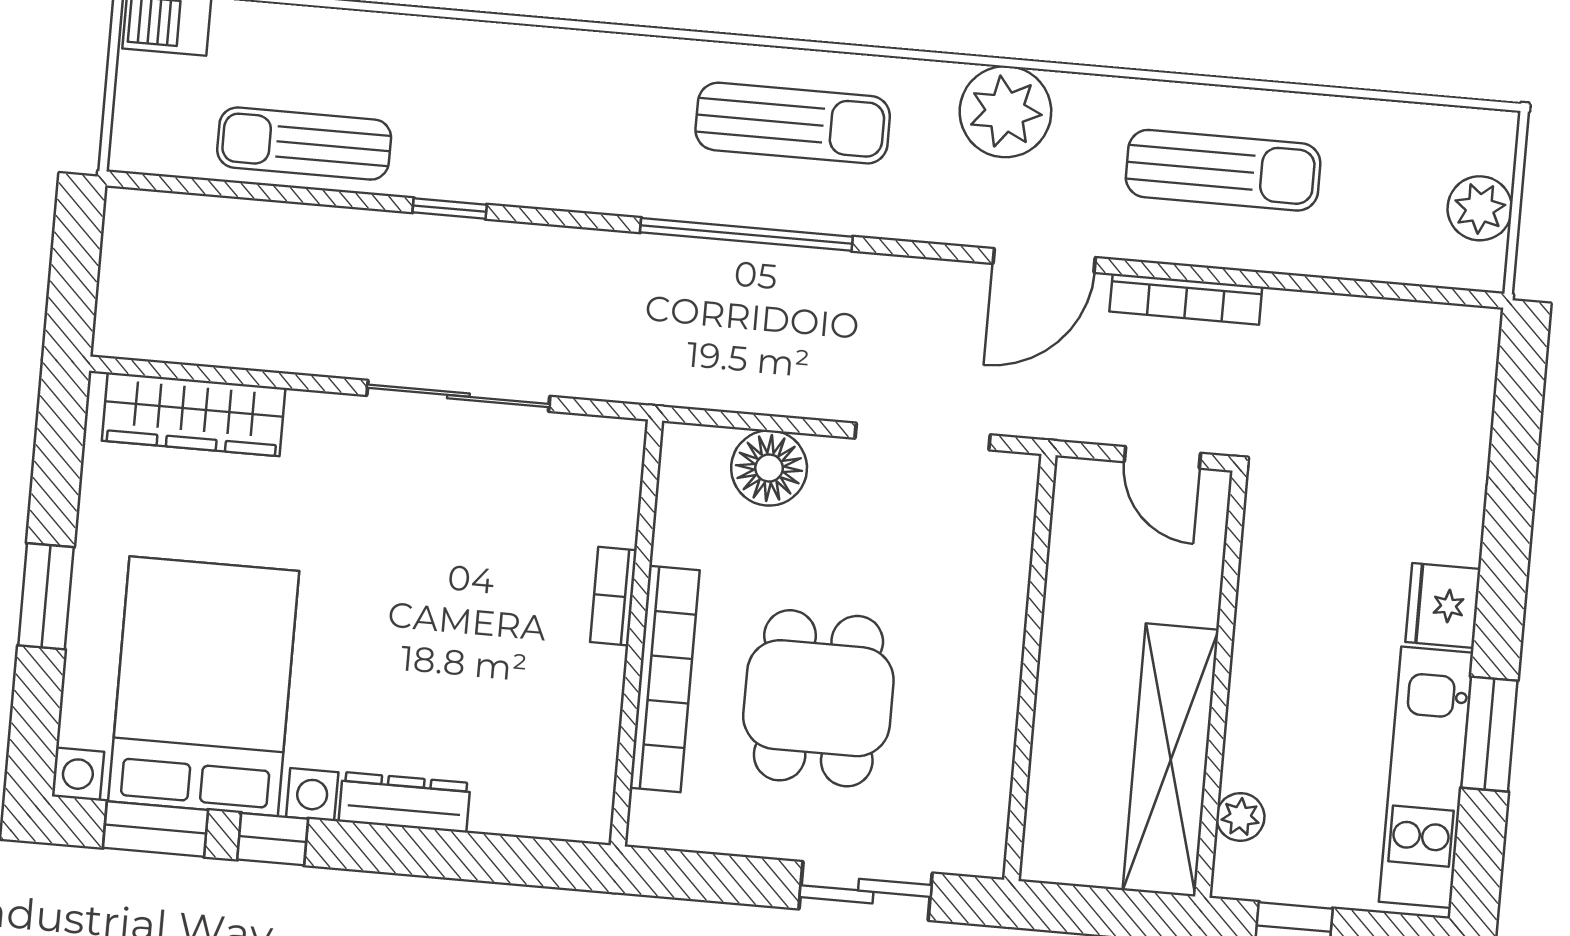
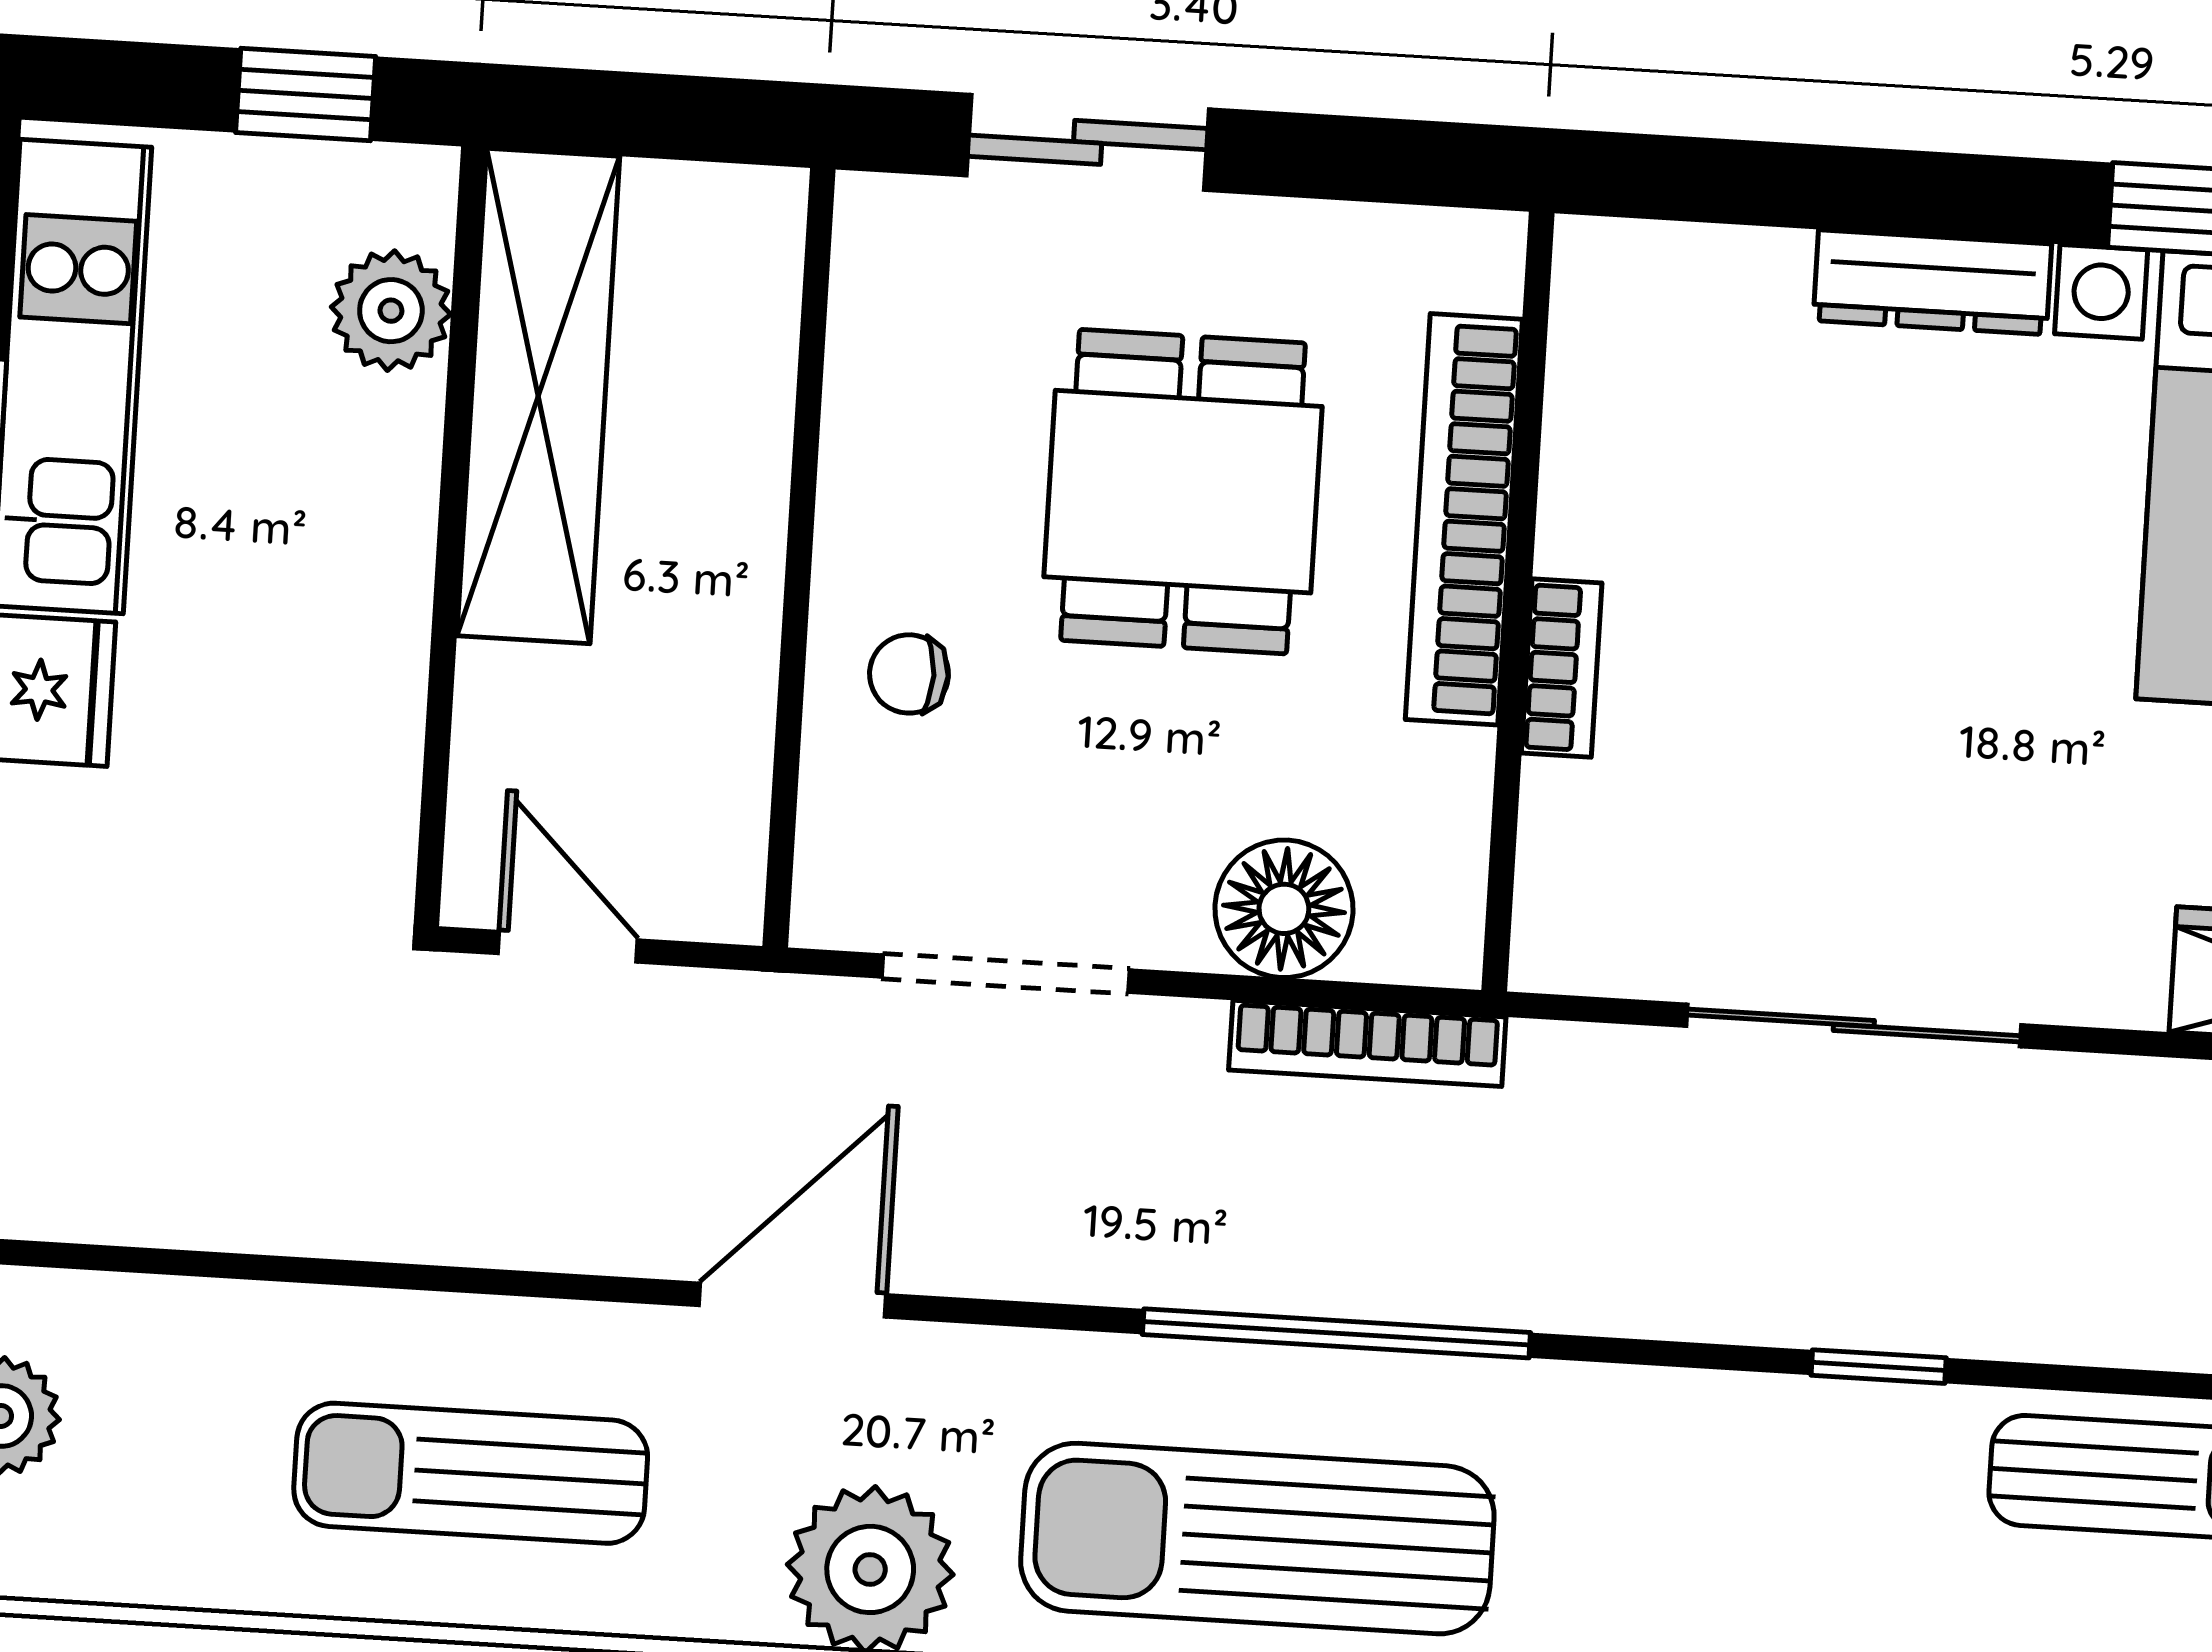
sun lounger: (793, 123) -> (1257, 1539), width x1.36, depth x1.34
bookcase: (1186, 299) -> (1367, 1043), moved, turned 180
chair: (971, 602) -> (909, 674), added
plant: (1240, 817) -> (391, 311), width x1.38, depth x1.38

